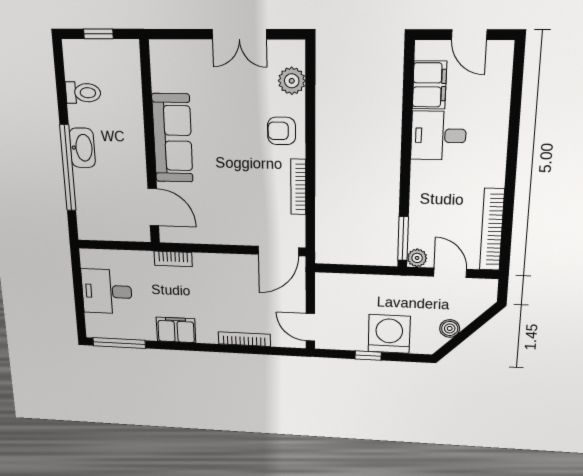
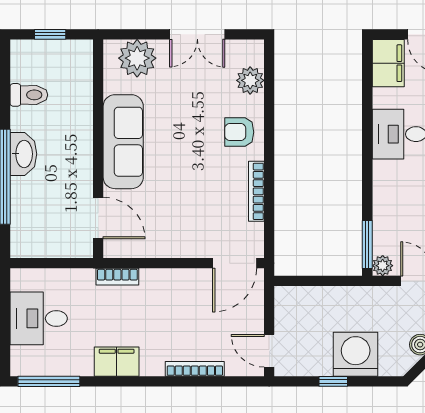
plant: (182, 58) -> (137, 58), added
filing cabinet: (429, 85) -> (388, 63), moved

